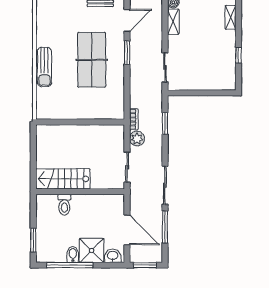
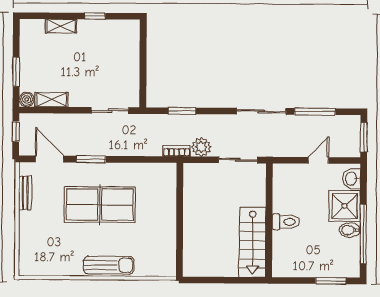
shelving: (231, 17) -> (61, 26), moved
toilet: (64, 205) -> (286, 222), moved
door: (127, 230) -> (318, 160), width x0.53

